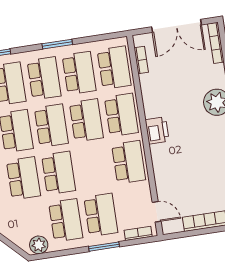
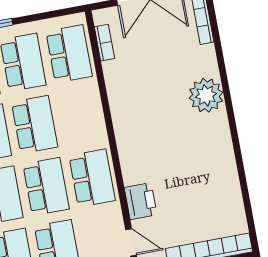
school desk: (121, 115) -> (46, 187), moved
printer: (157, 130) -> (141, 201), moved

